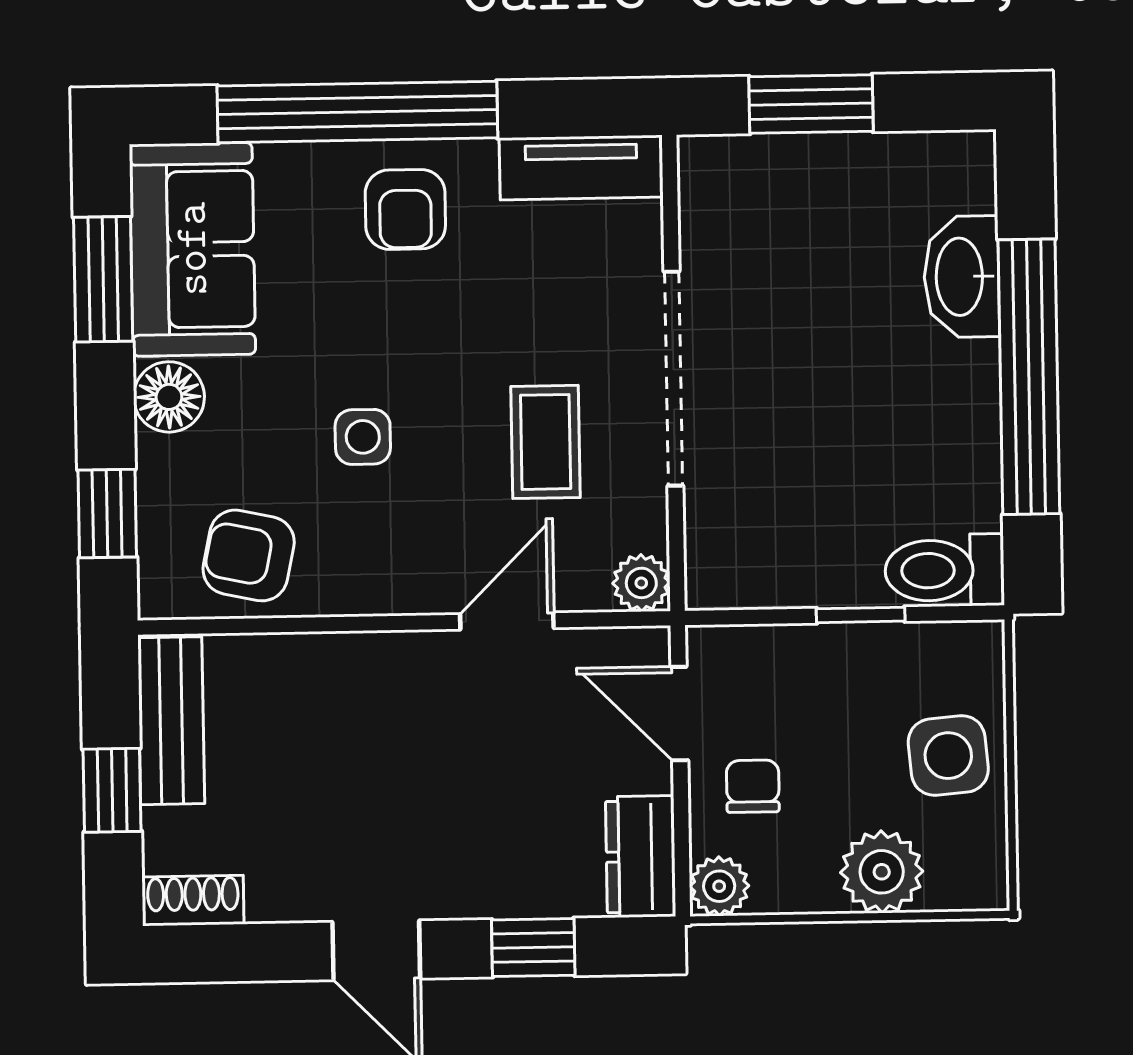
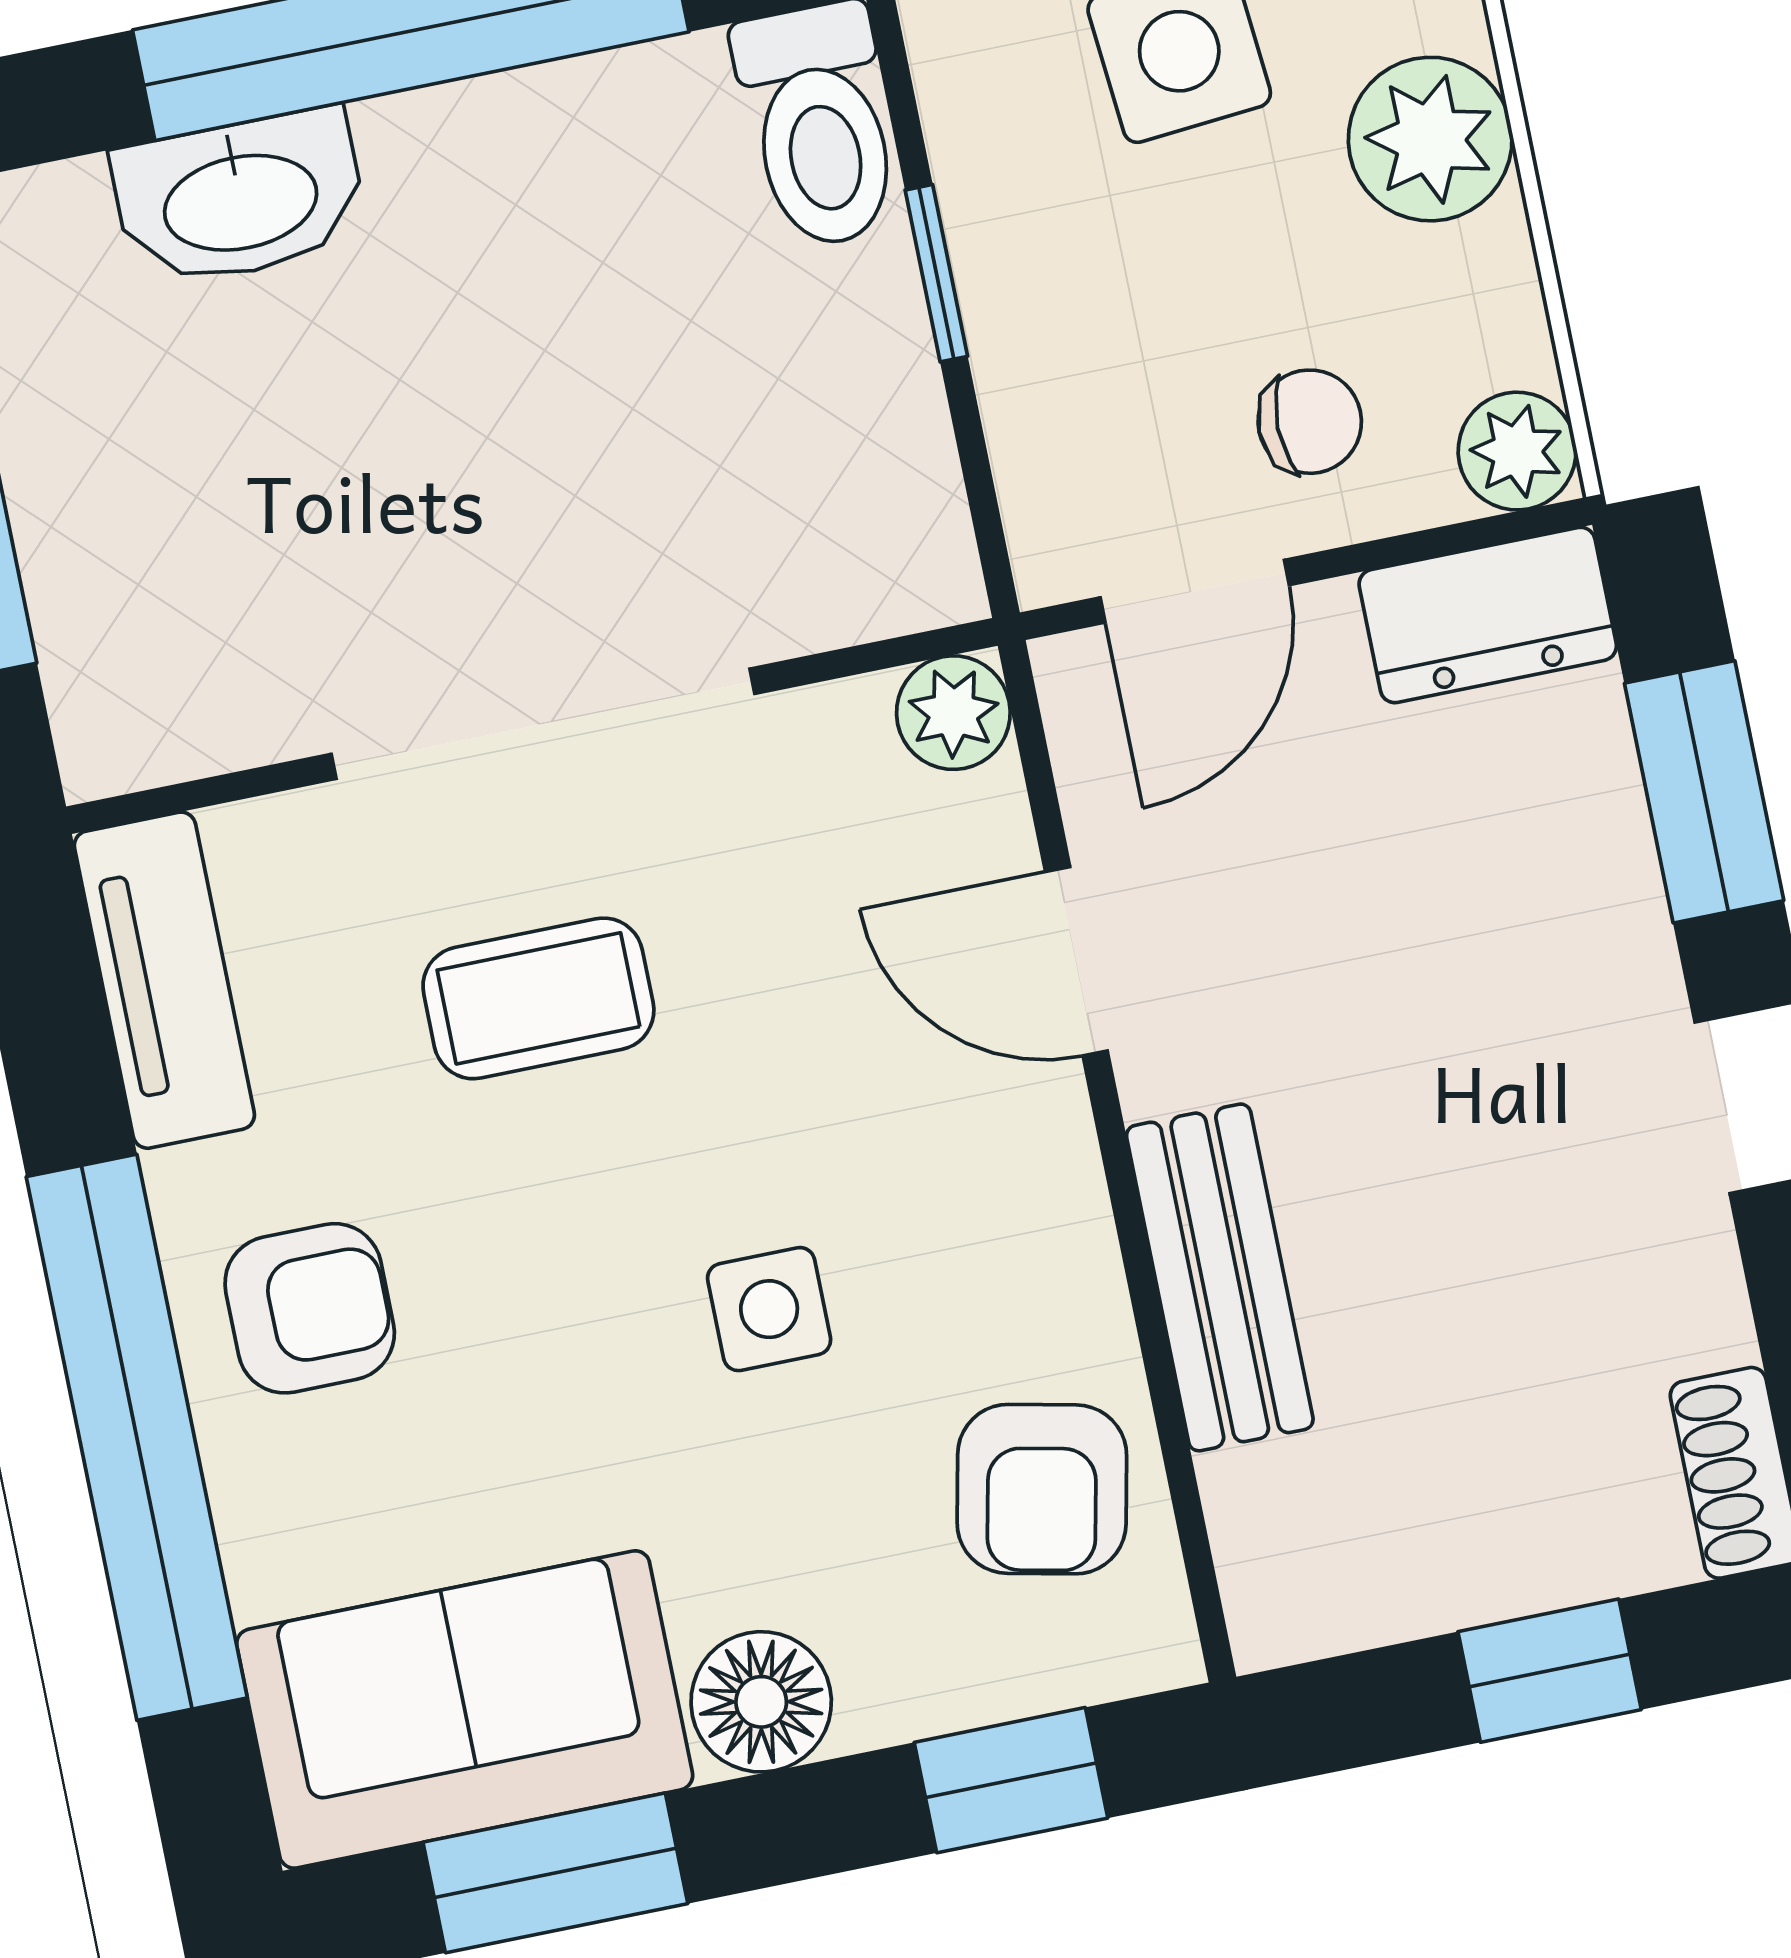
coffee table: (546, 442) -> (538, 998), moved
bench: (171, 721) -> (1220, 1277), moved, turned 90
chair: (753, 786) -> (1310, 422), turned 180
window: (533, 948) -> (1704, 792), width x1.50

